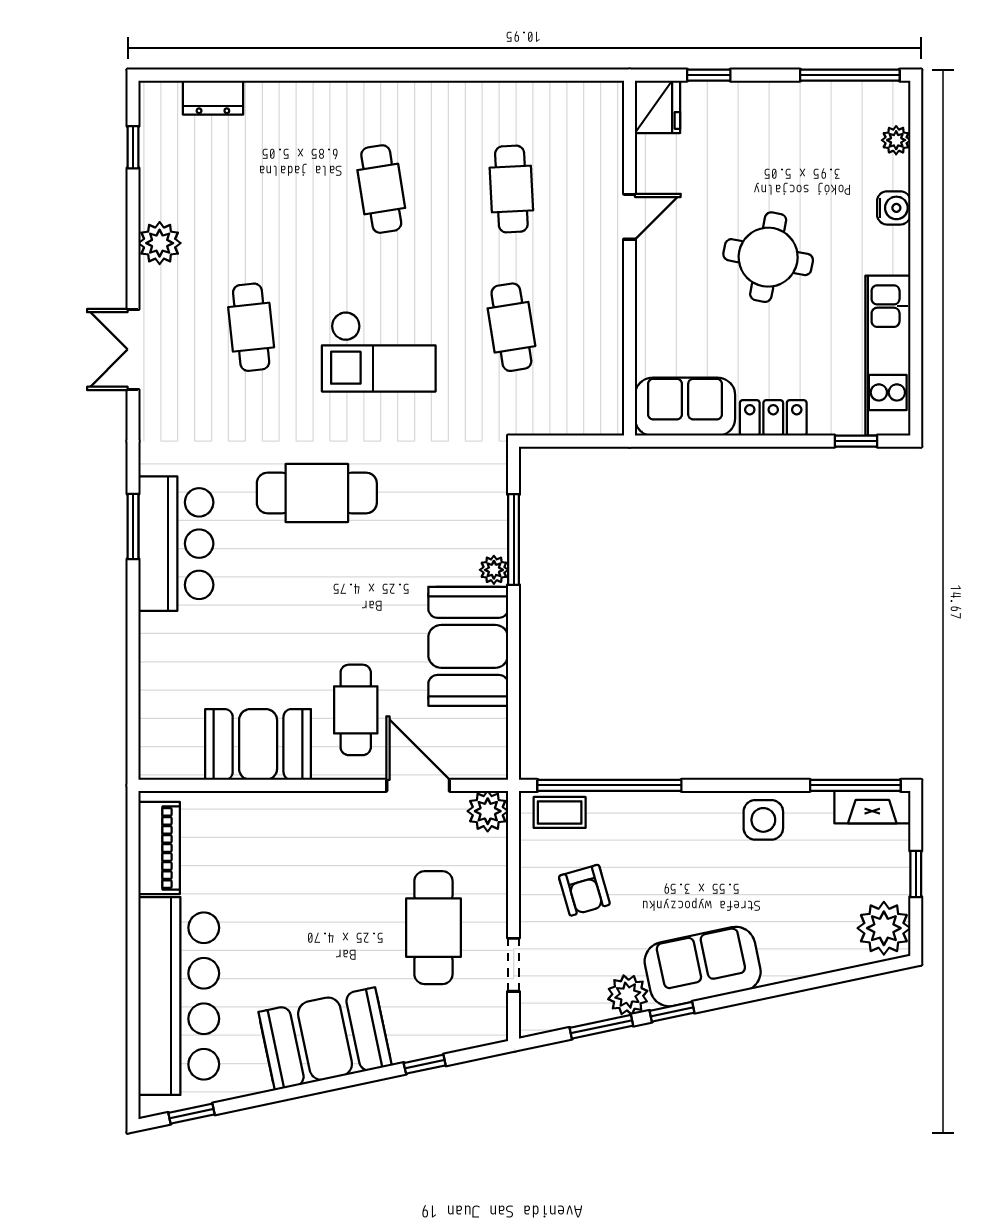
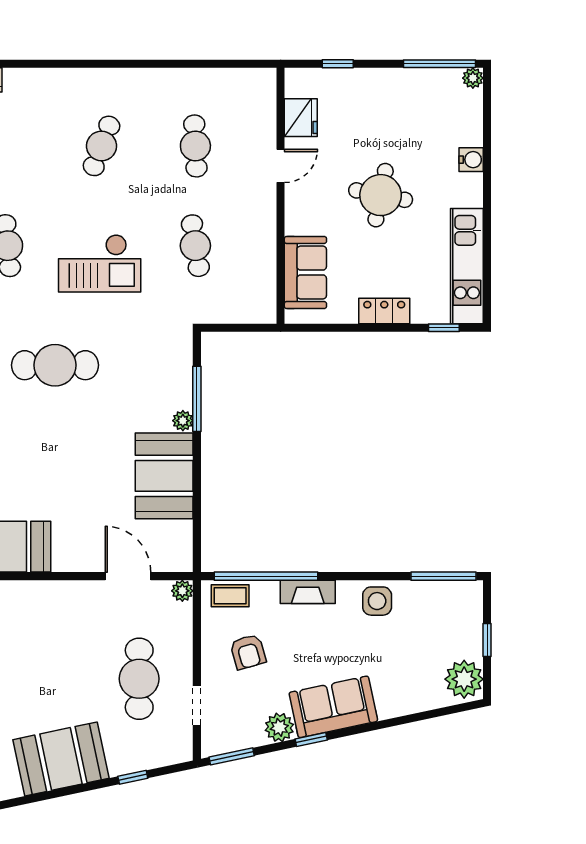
fridge: (658, 107) -> (301, 118), moved
plant: (896, 140) -> (473, 78), moved
cafe table: (381, 189) -> (102, 146), turned 30
sofa: (685, 407) -> (305, 272), moved, turned 90
cafe table: (356, 710) -> (83, 522), removed
fireplace: (872, 807) -> (308, 592), moved
plant: (488, 811) -> (182, 591), width x0.73, depth x0.73
window: (601, 1027) -> (232, 756), moved

